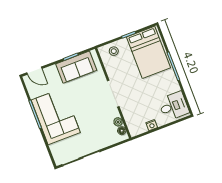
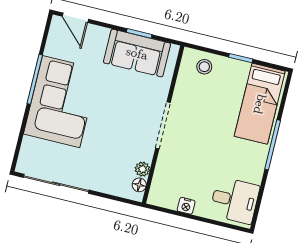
bed: (149, 52) -> (260, 104), width x0.67

